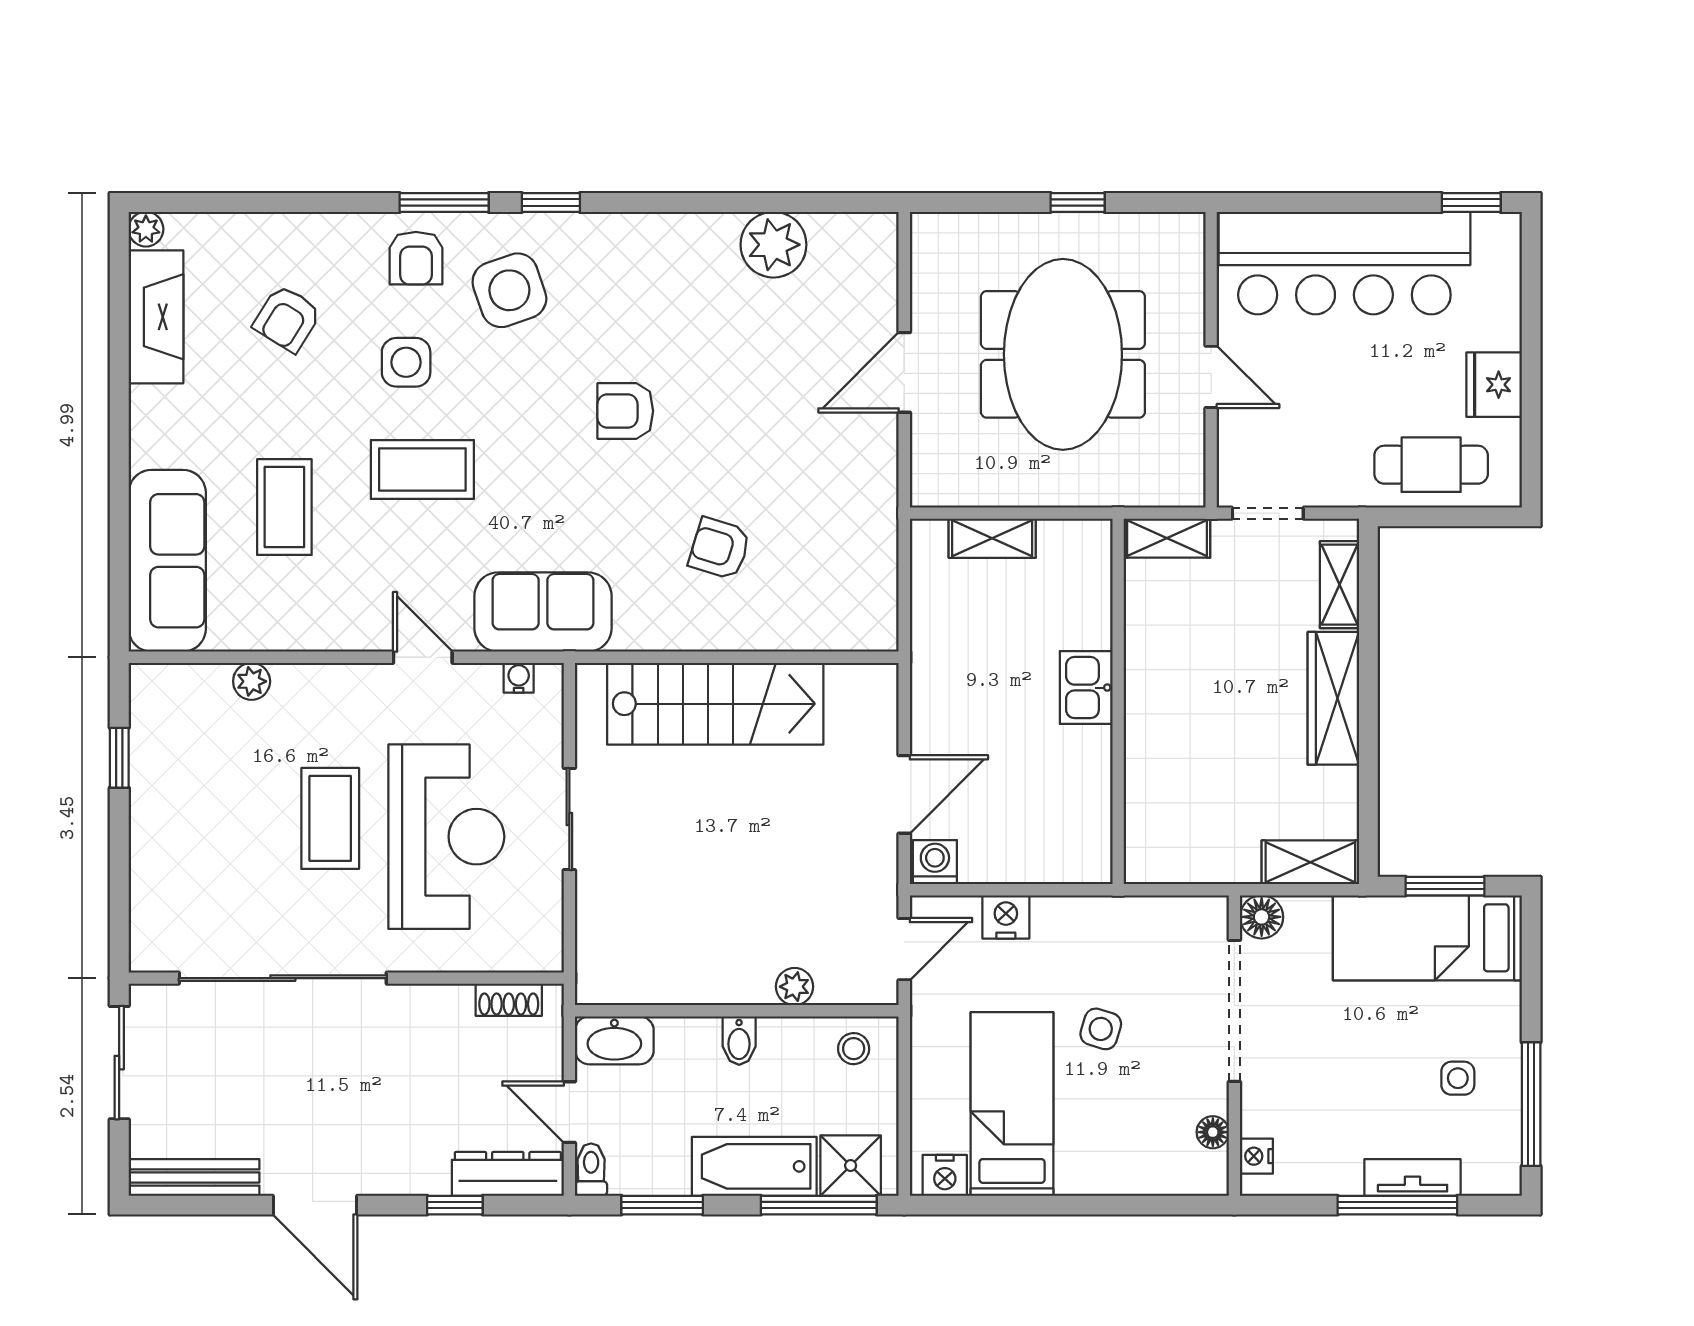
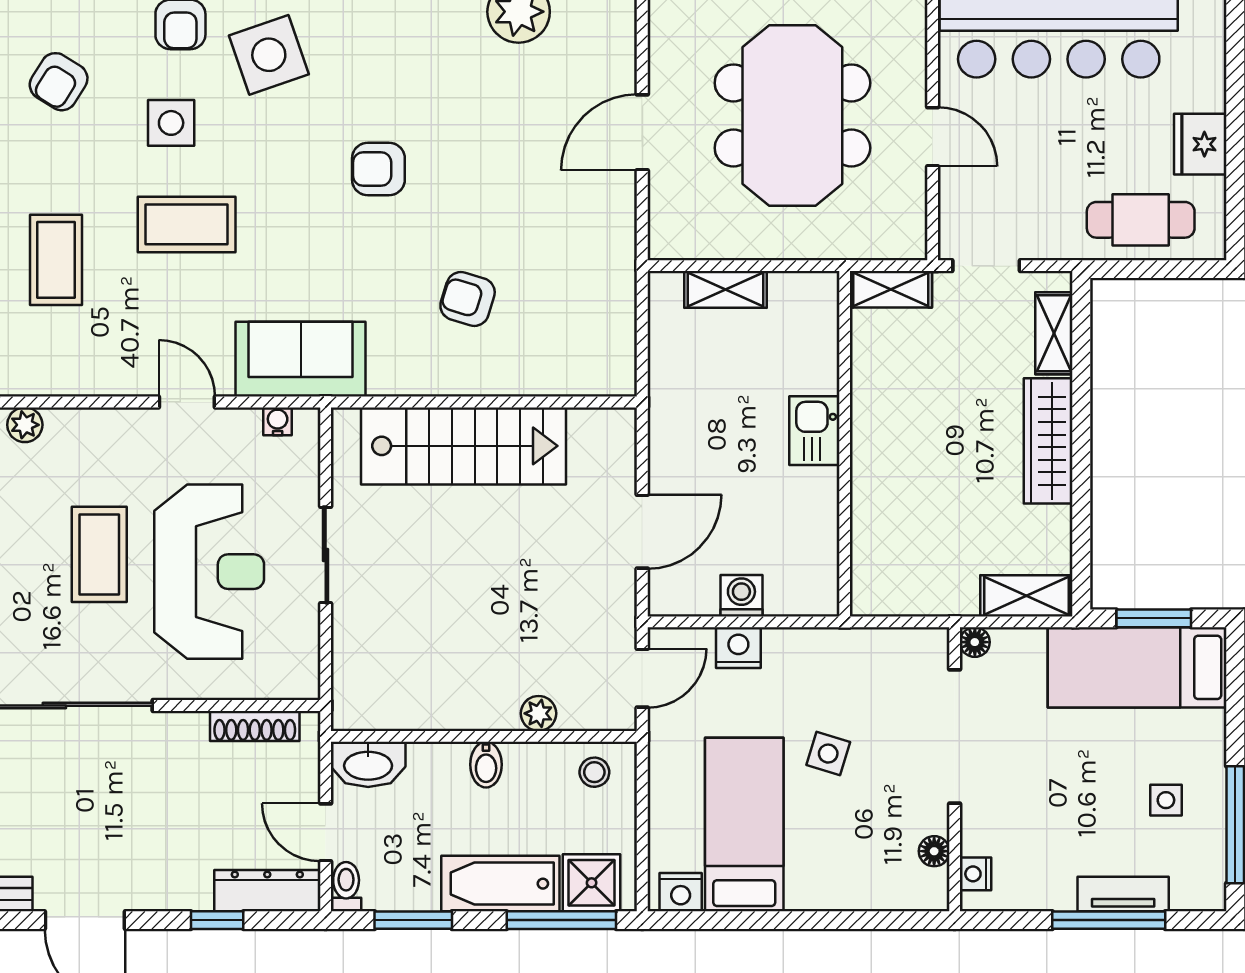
washing machine: (935, 862) -> (741, 596), moved
floor lamp: (1262, 917) -> (975, 642), width x0.73, depth x0.73
shoe rack: (509, 1000) -> (255, 726), width x1.43

